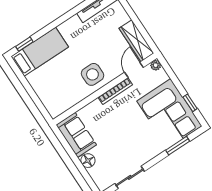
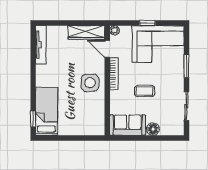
window: (190, 103) -> (147, 23), moved
coffee table: (118, 130) -> (145, 91), added
window: (178, 146) -> (186, 66), moved

